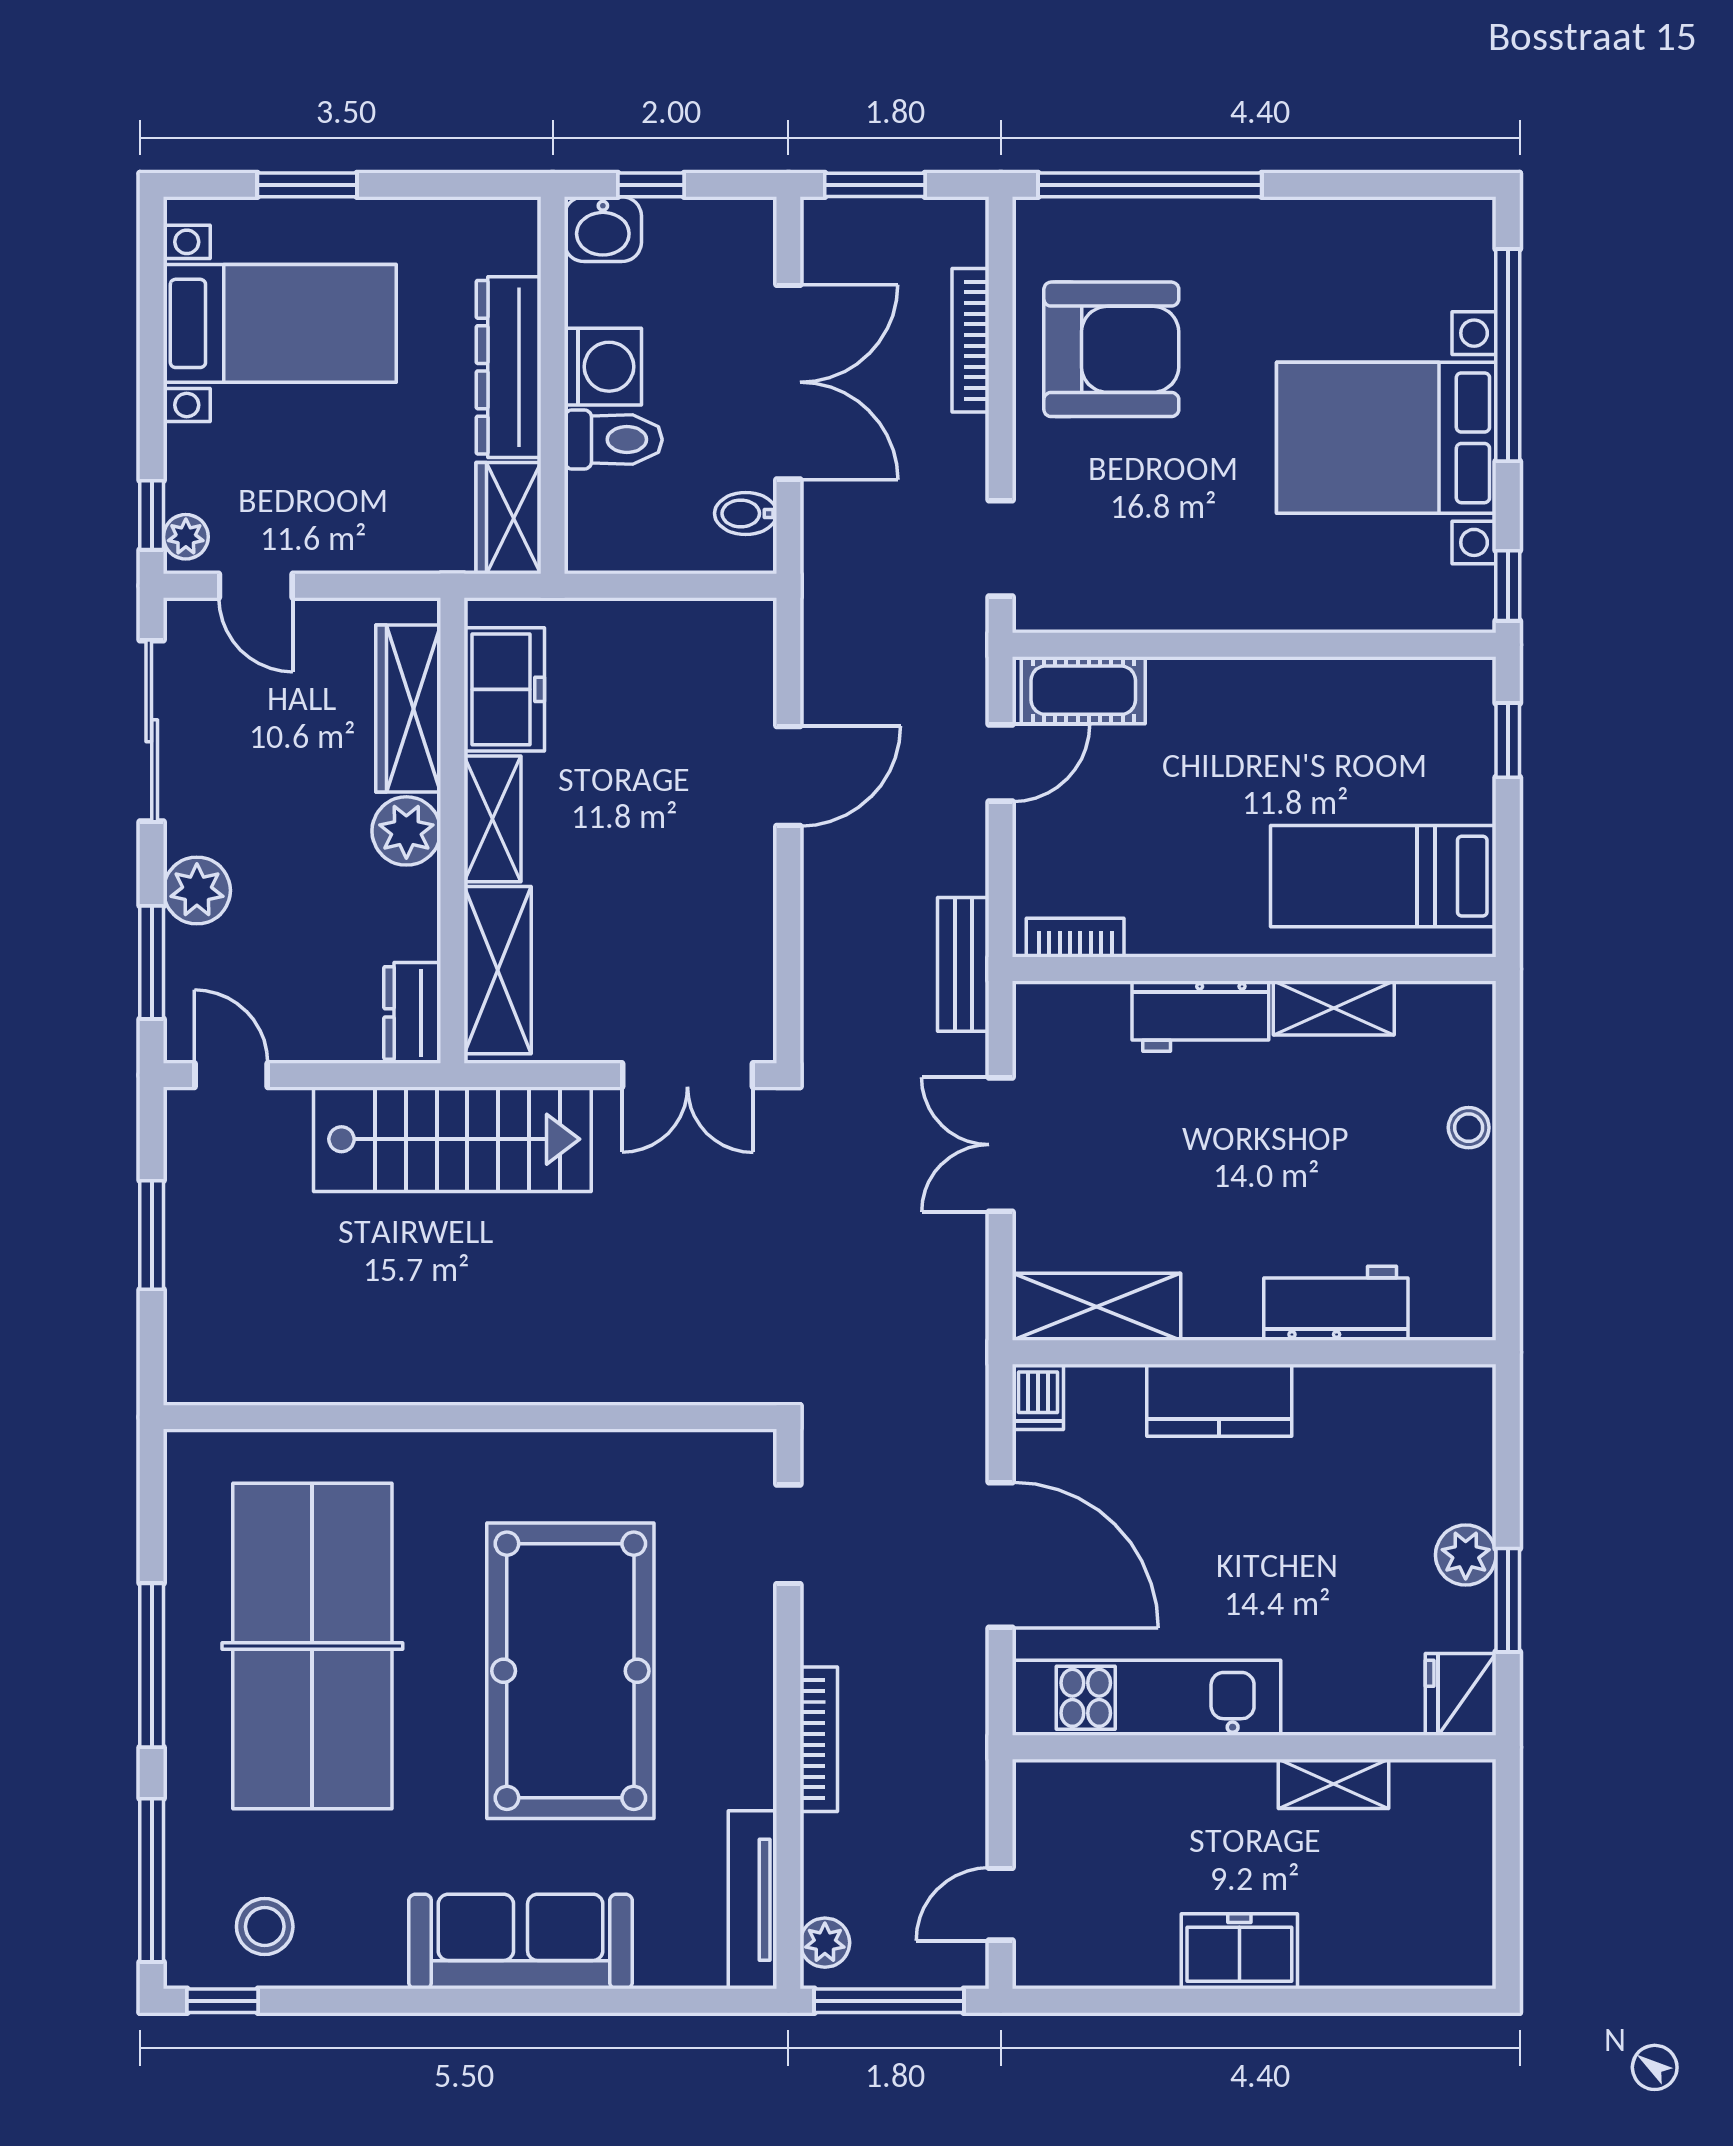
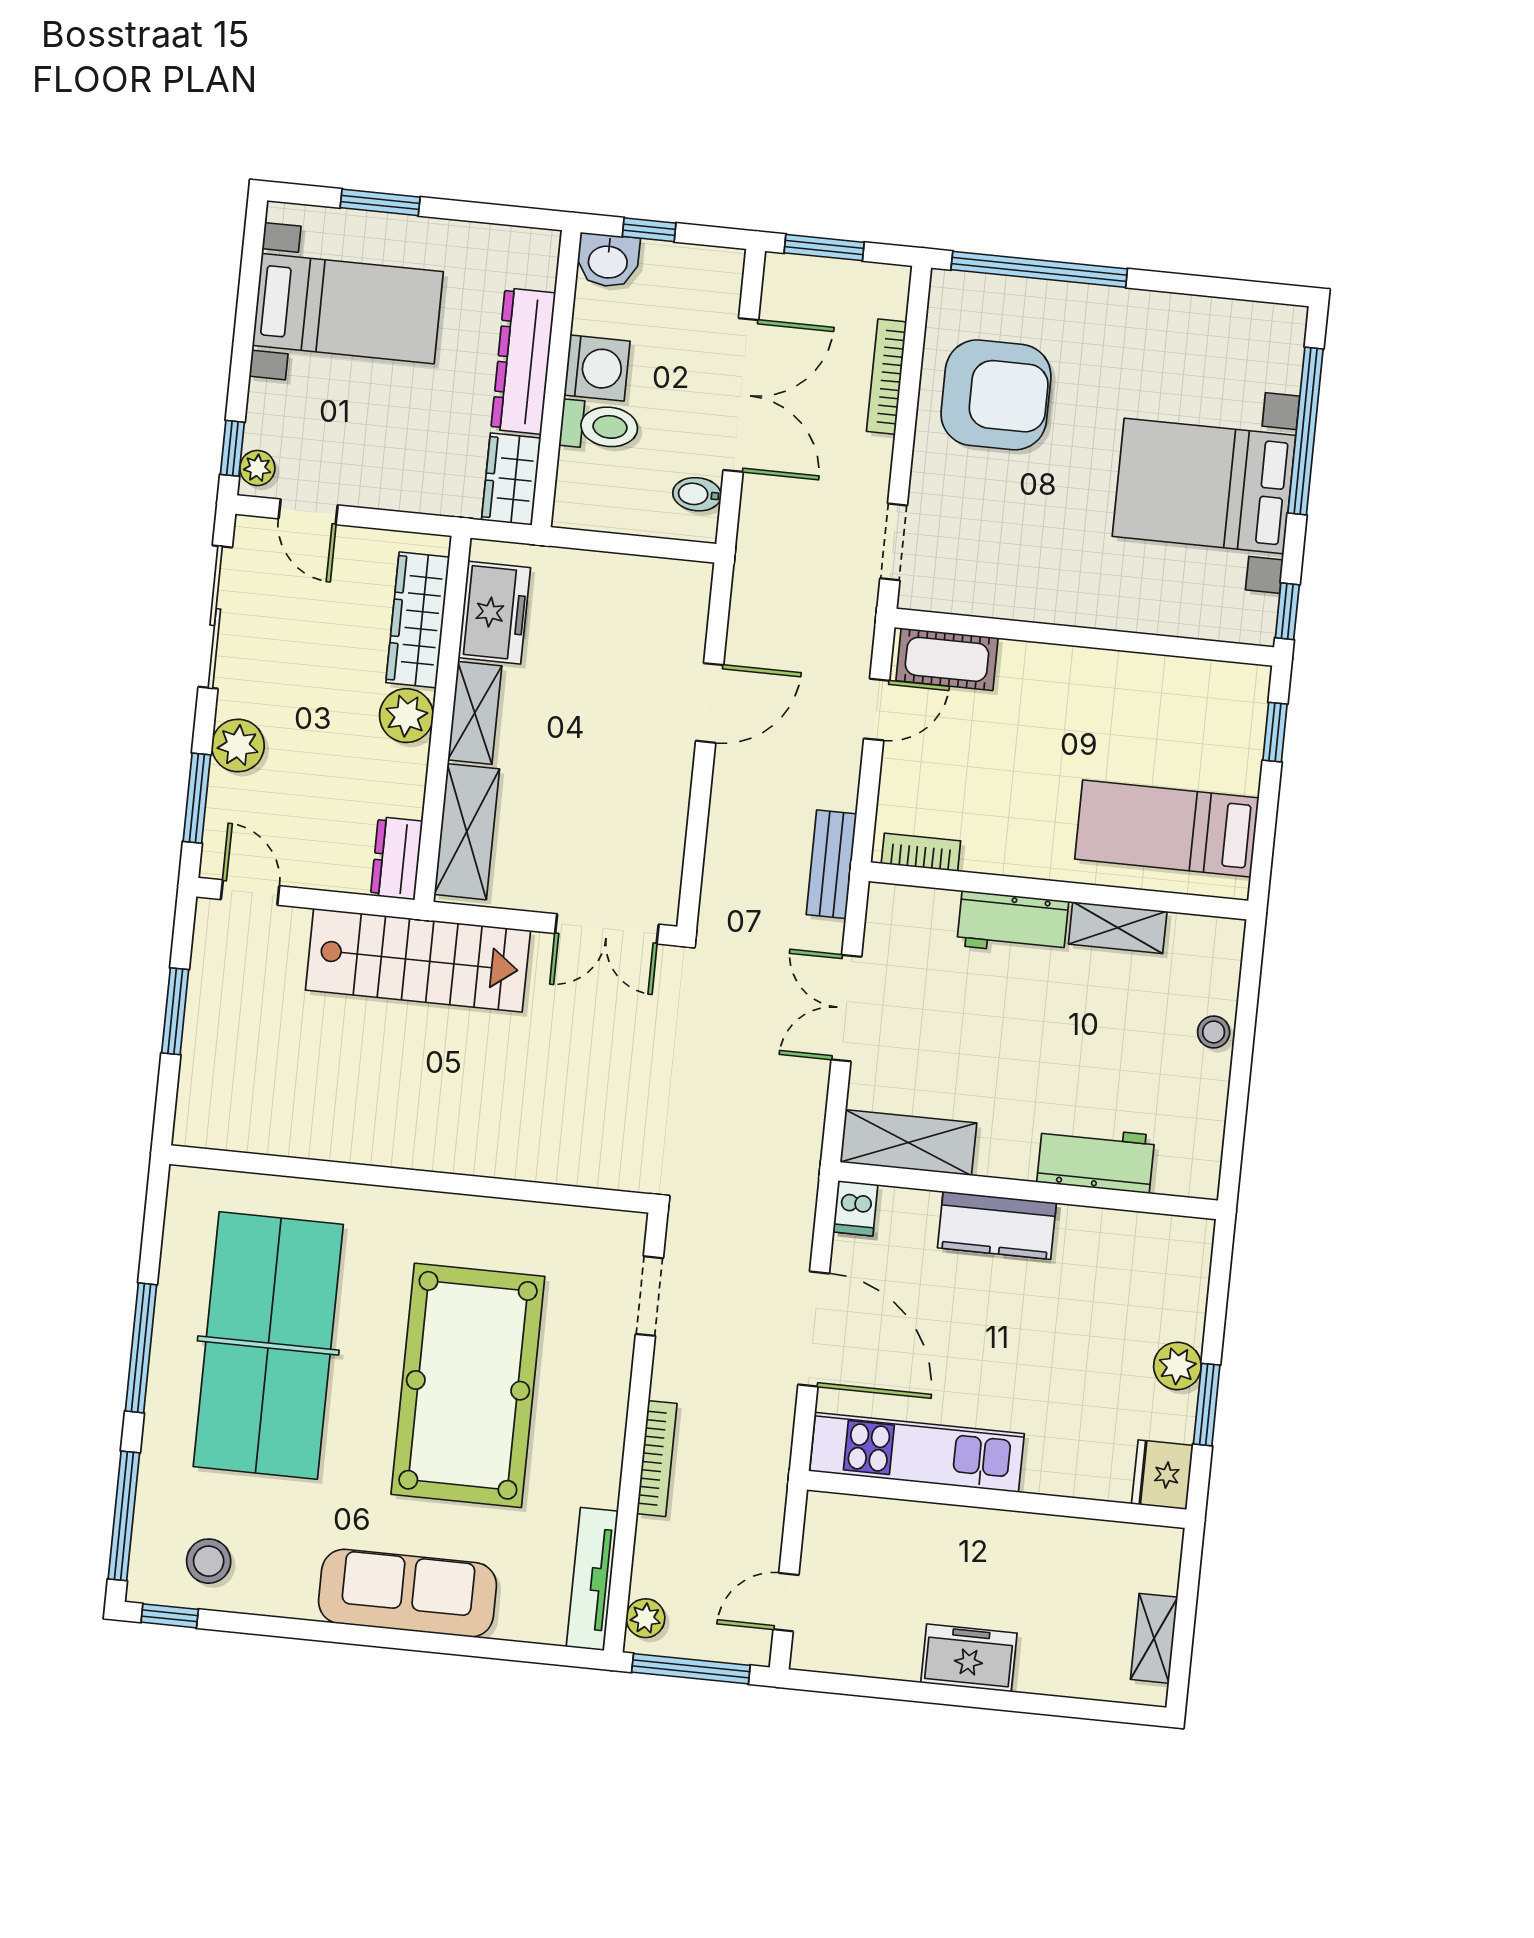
shelving: (1334, 1784) -> (1154, 1638), moved, turned 90

